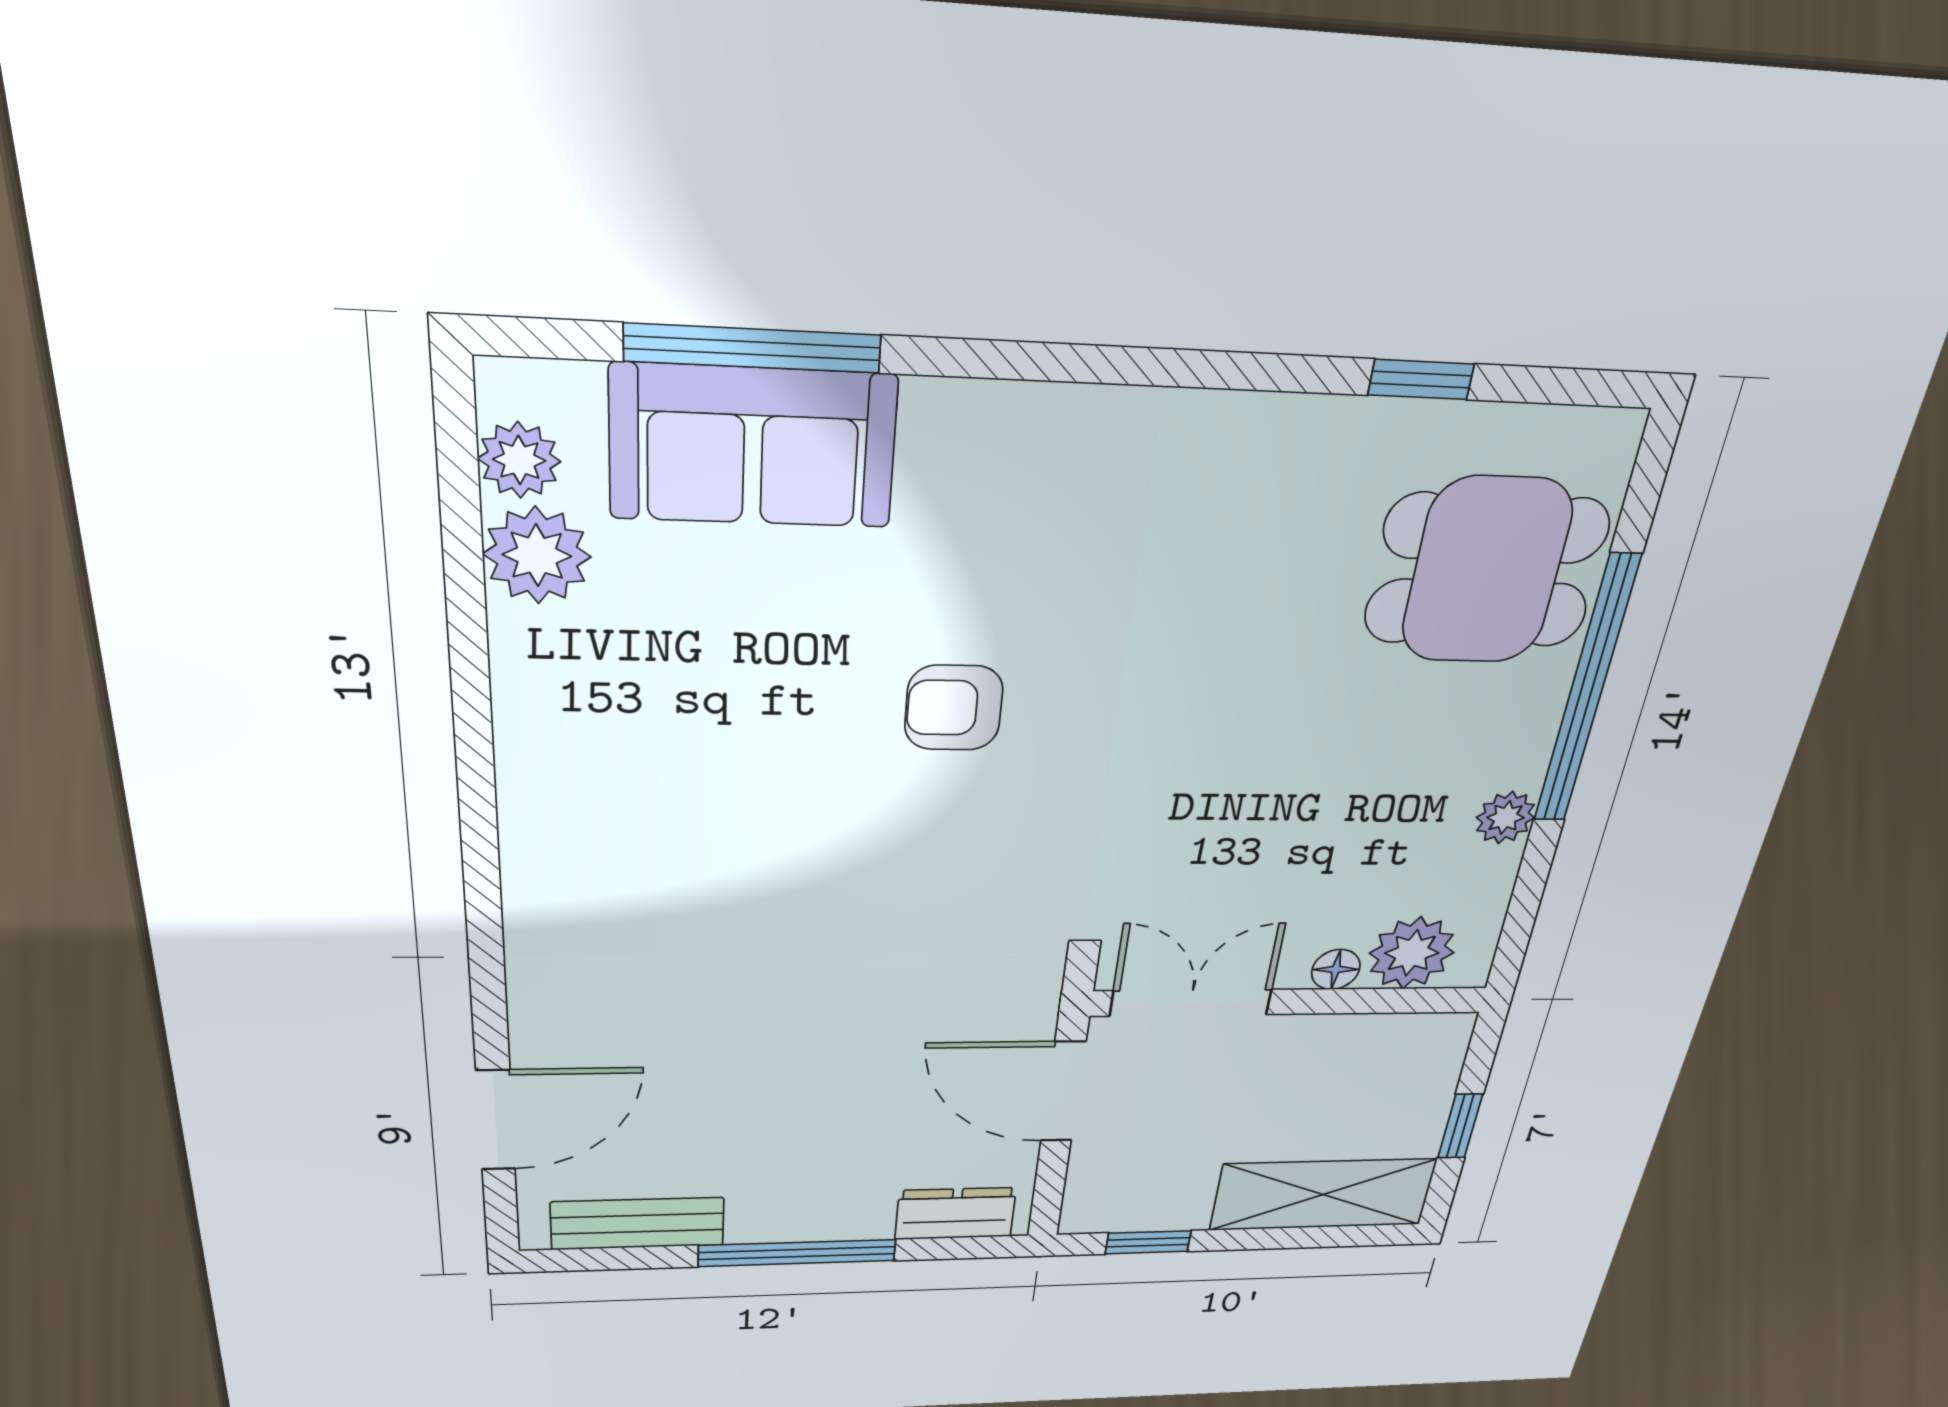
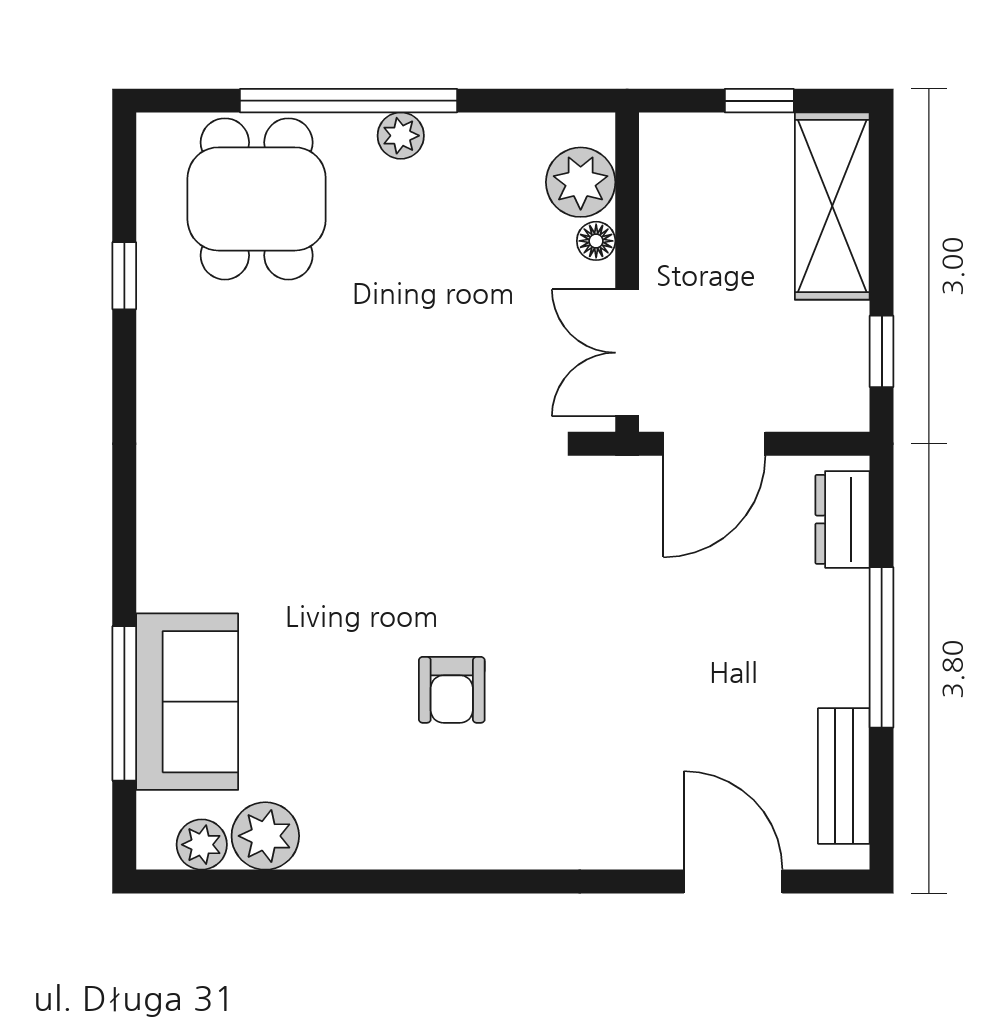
armchair: (954, 708) -> (452, 690), moved
plant: (1505, 818) -> (401, 136), moved

